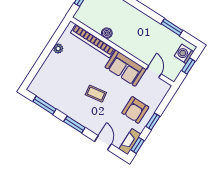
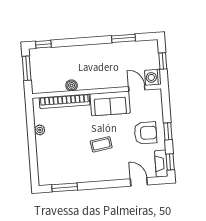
washing machine: (184, 54) -> (153, 77), moved
armchair: (135, 110) -> (145, 133), turned -90
window: (74, 124) -> (103, 185), removed

